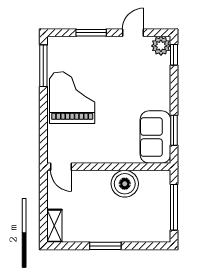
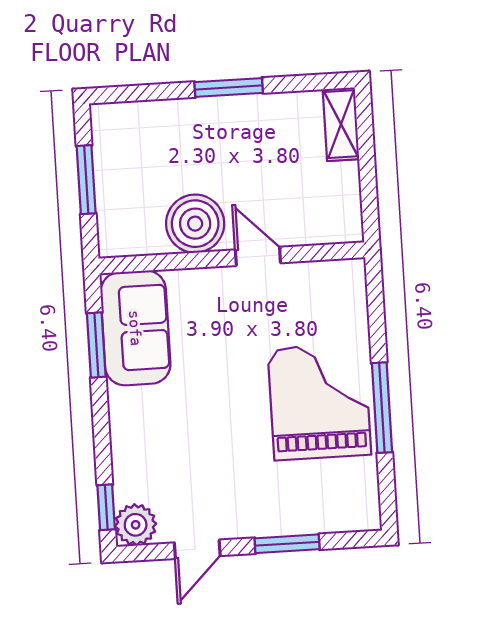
window: (43, 66) -> (382, 408), moved
grand piano: (72, 98) -> (319, 402), turned 180
door: (61, 167) -> (258, 256), moved
window: (174, 207) -> (86, 180), width x0.69

